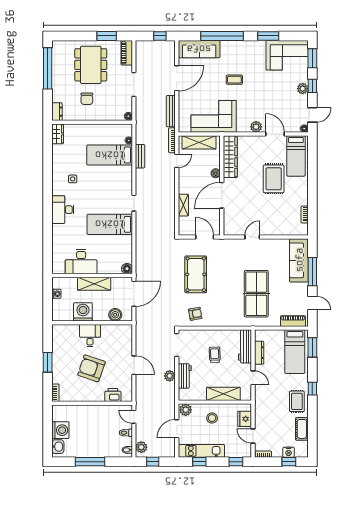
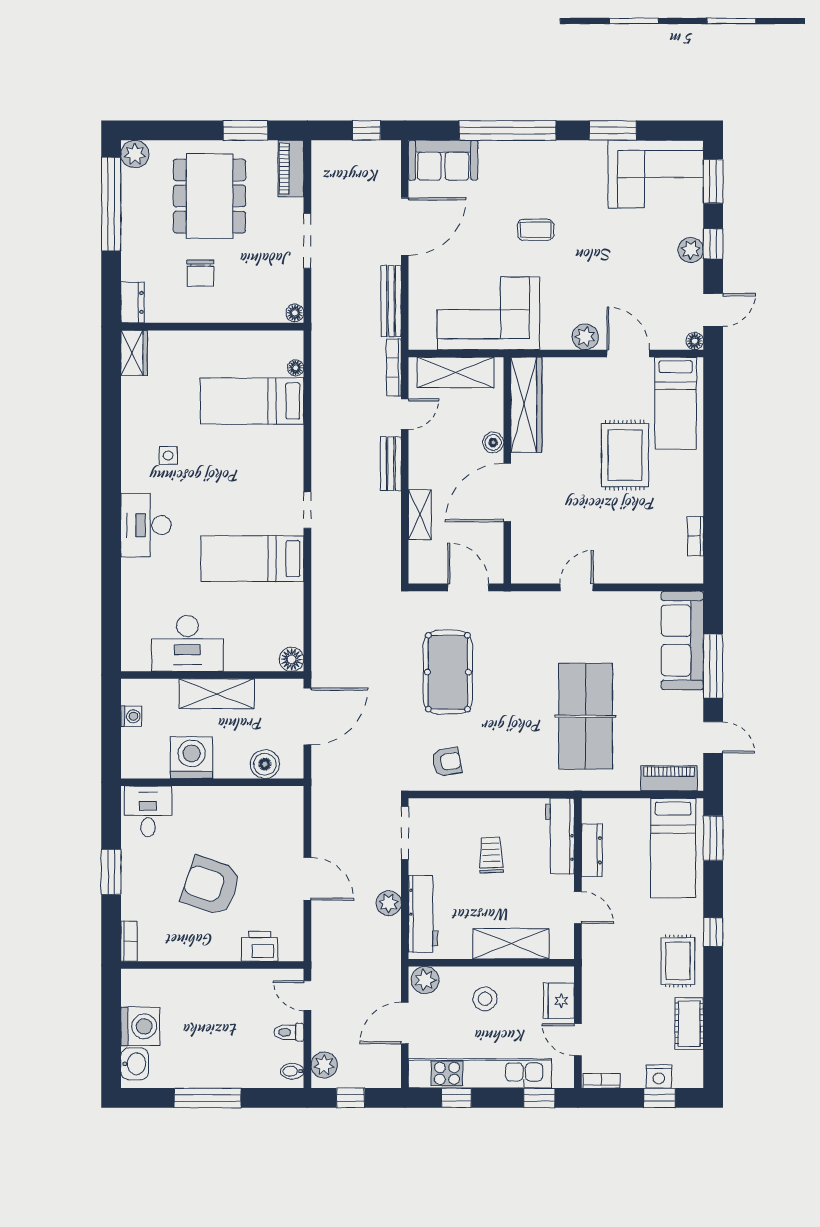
plant: (58, 46) -> (135, 154), added
sofa: (199, 49) -> (443, 160), width x0.73
bench: (140, 156) -> (391, 464), moved
desk: (90, 336) -> (148, 811), moved
workbench: (185, 376) -> (423, 914), width x1.38
kitchen unit: (201, 451) -> (480, 1073), width x1.36

